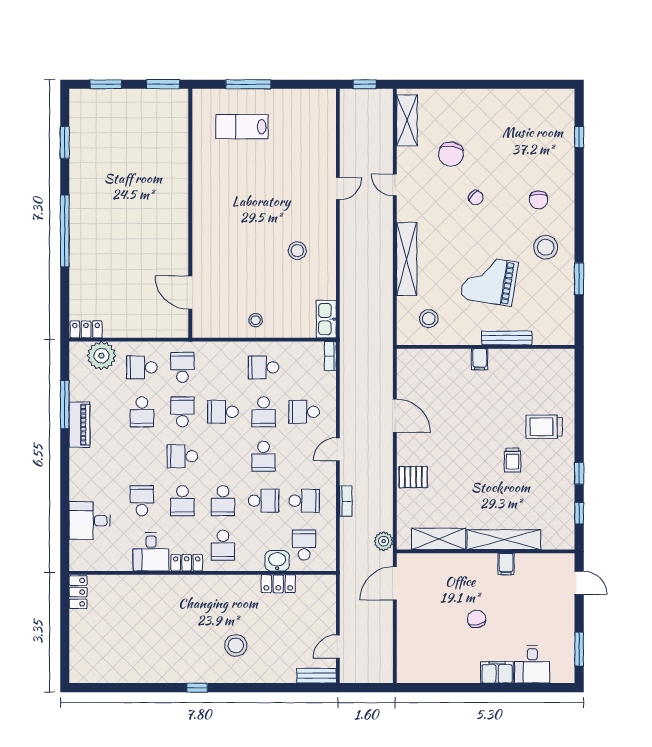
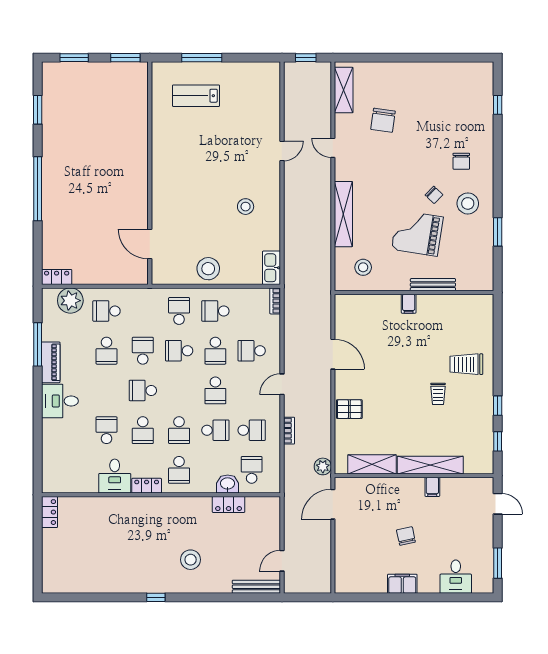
chair: (476, 198) -> (434, 195), moved
stool: (256, 320) -> (208, 269), width x1.89, depth x1.89
school desk: (182, 367) -> (179, 311), moved
desk: (90, 521) -> (60, 401), moved
filing cabinet: (497, 672) -> (402, 584), moved
bench: (317, 676) -> (256, 587), width x1.36

